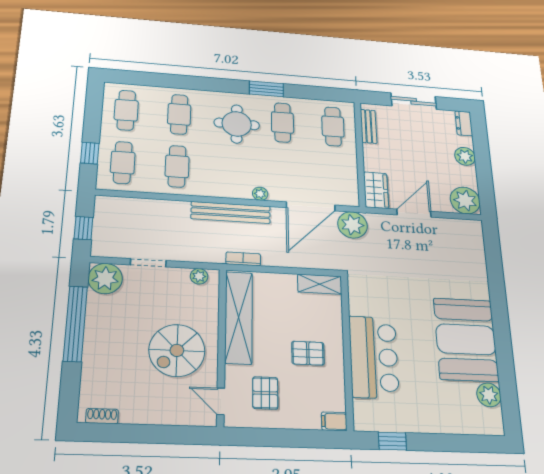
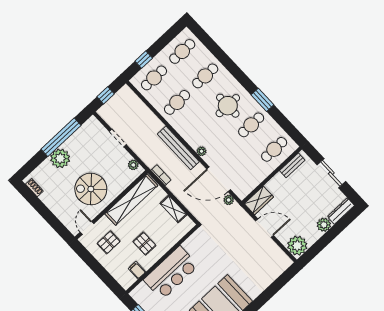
dresser: (464, 123) -> (341, 211), width x1.44
plant: (352, 225) -> (229, 200), width x0.53, depth x0.53
plant: (105, 278) -> (60, 158), moved
shelving: (320, 284) -> (173, 209), moved
filing cabinet: (334, 421) -> (137, 270), moved

